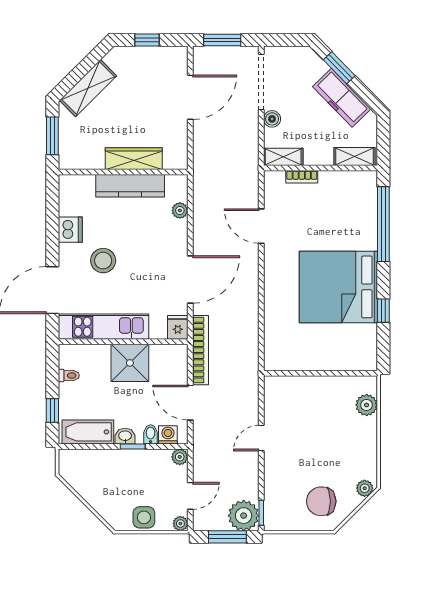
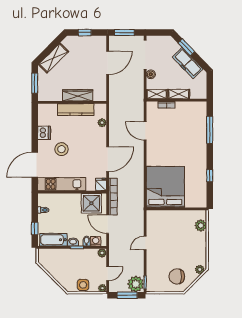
shelving: (355, 156) -> (179, 94), moved
window: (383, 224) -> (210, 130), width x0.68
bed: (338, 287) -> (165, 187), moved, turned 90
shower: (130, 363) -> (91, 203), moved

